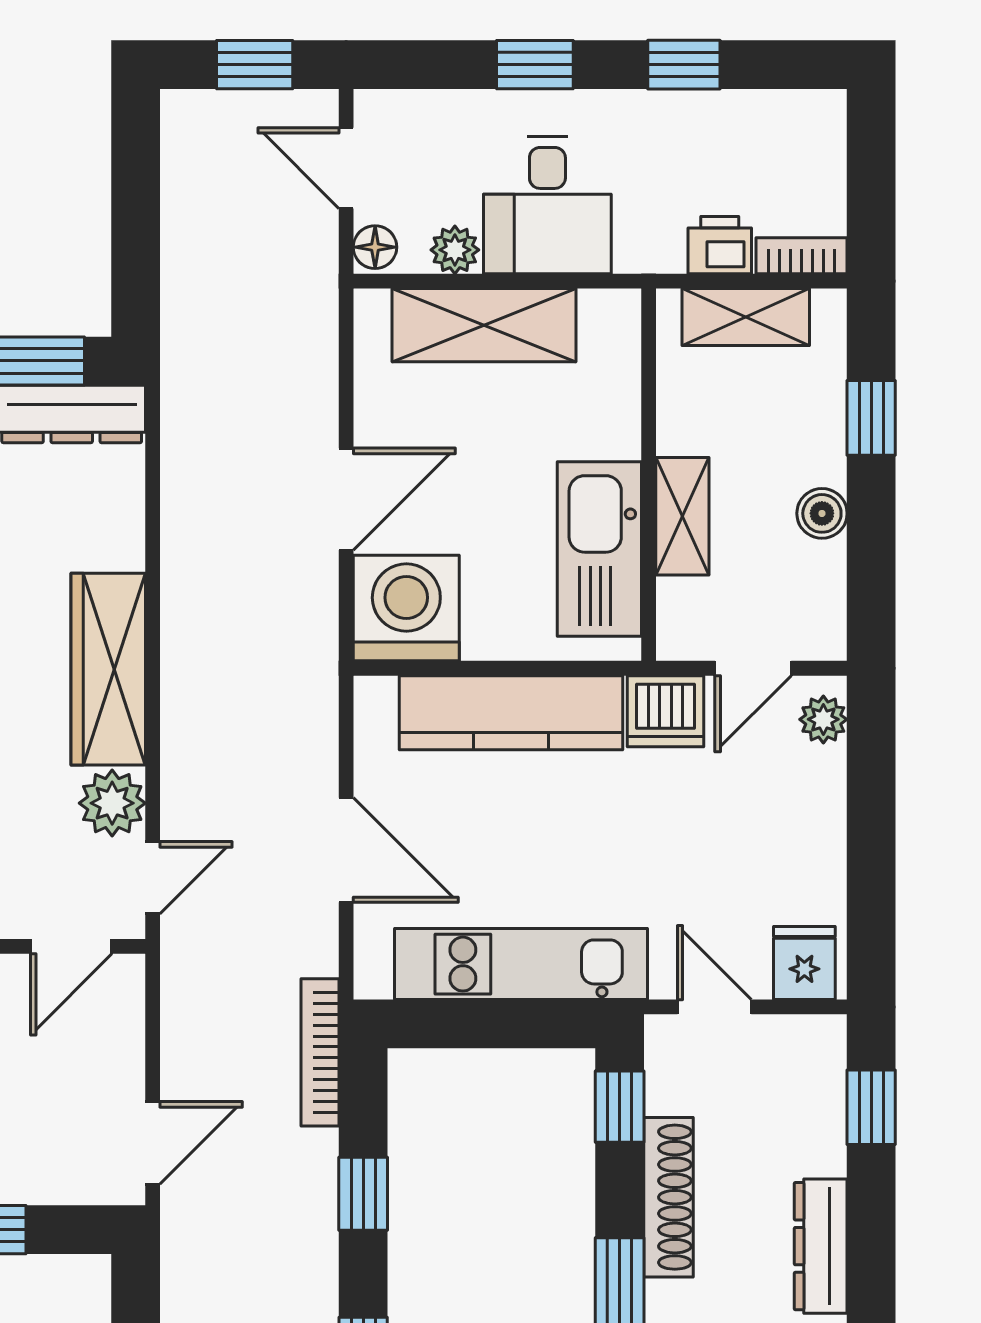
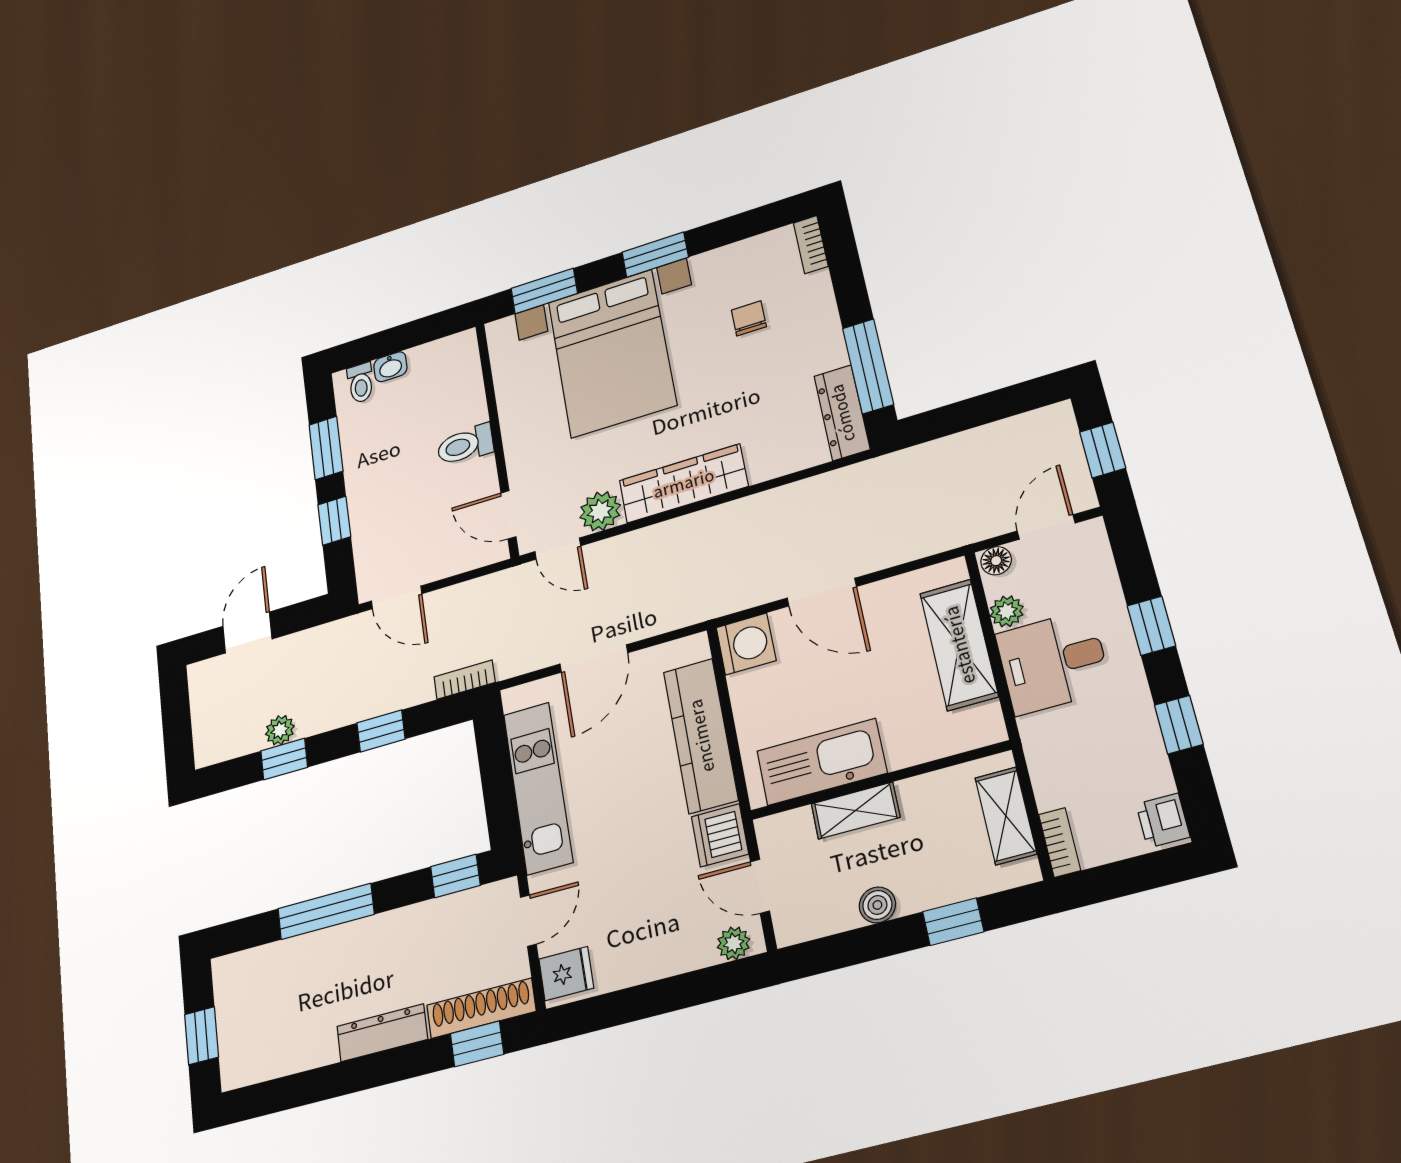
printer: (720, 245) -> (1163, 821), moved, turned 180
washing machine: (406, 608) -> (746, 644), width x0.73, depth x0.73
bookcase: (320, 1052) -> (465, 680), width x0.64
shoe rack: (668, 1197) -> (481, 1008), moved, turned 180

